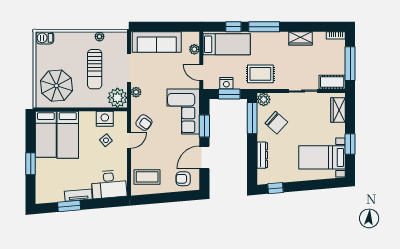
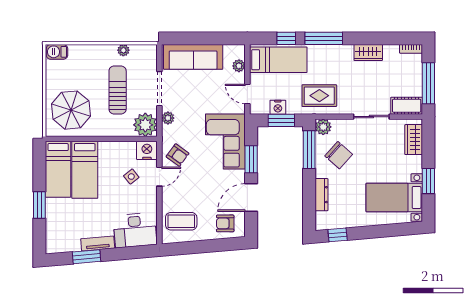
sun lounger: (95, 69) -> (118, 90), turned 180
nightstand: (105, 119) -> (147, 150), moved

